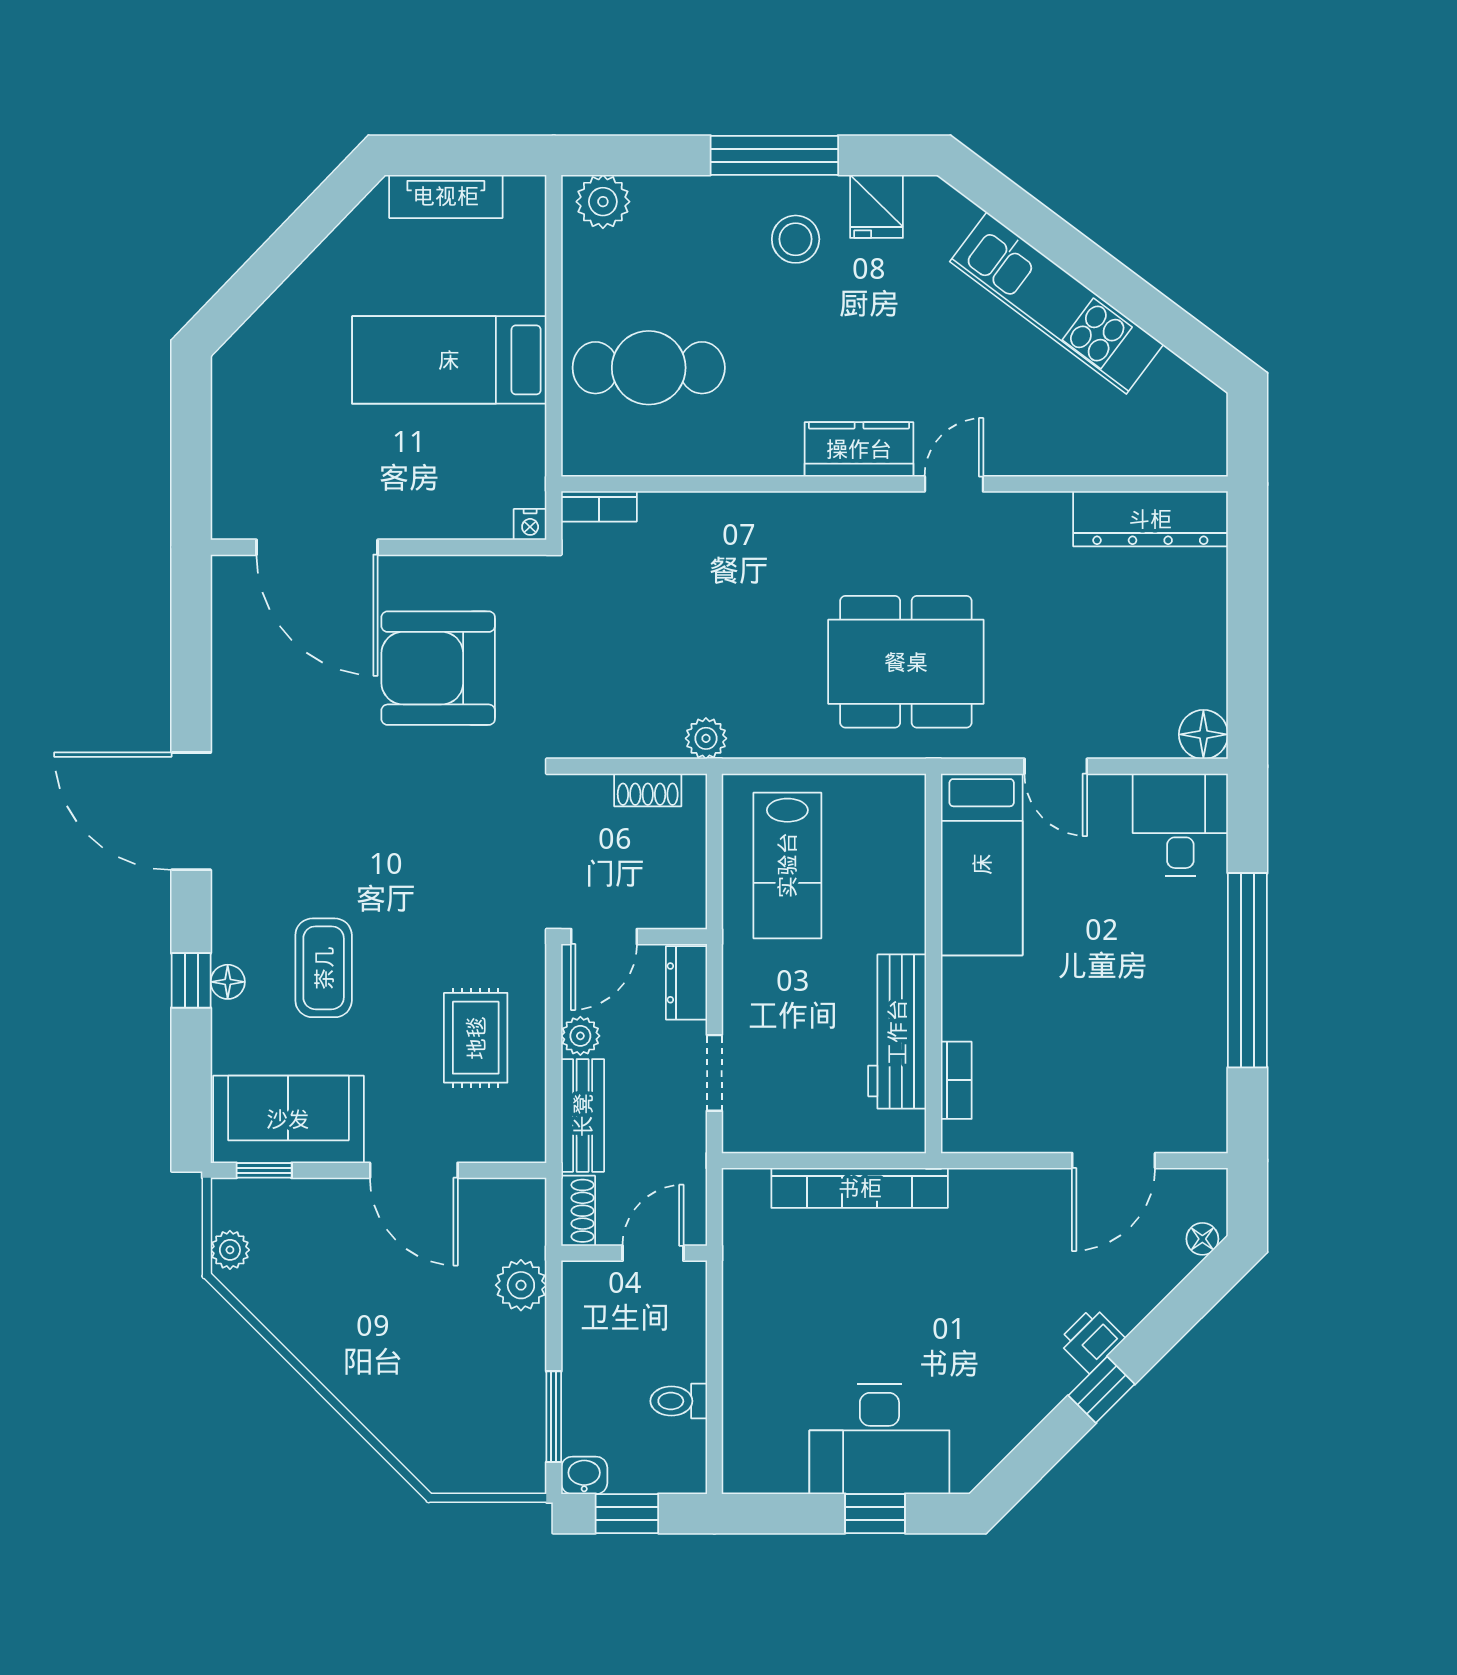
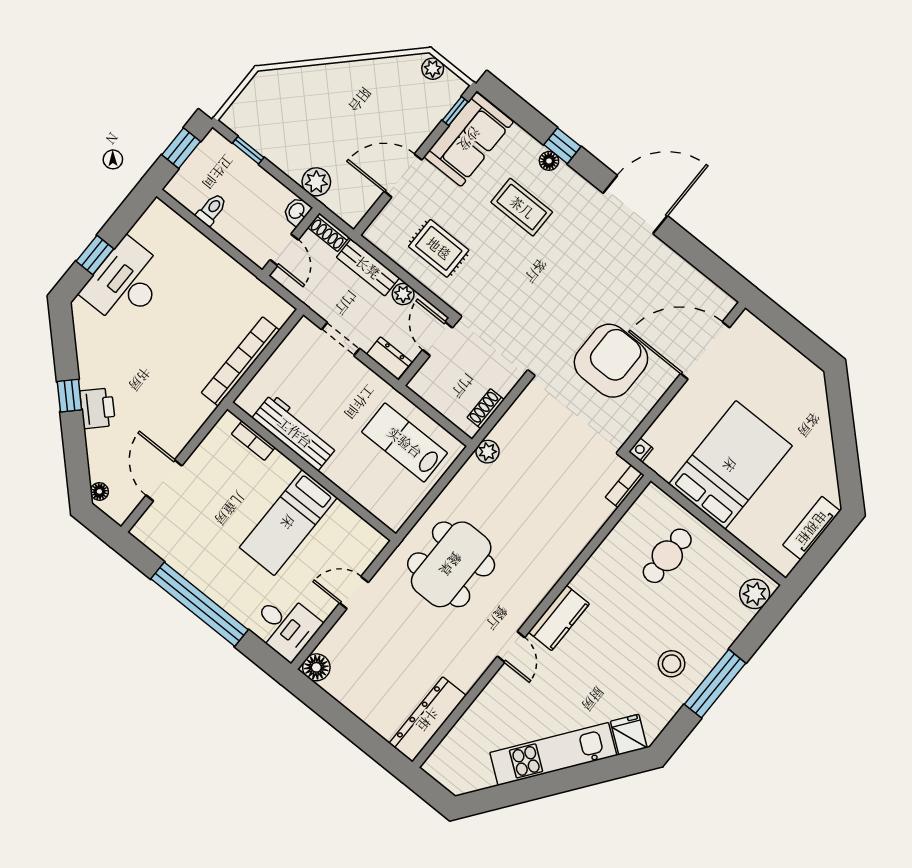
fridge: (876, 206) -> (629, 735), moved, turned 37
bed: (449, 360) -> (730, 465), width x1.50
cafe table: (649, 368) -> (667, 556), width x0.73, depth x0.74
bed: (982, 864) -> (288, 522), moved, turned -90
printer: (1091, 1340) -> (98, 408), width x1.36, depth x1.24
window: (554, 1417) -> (248, 150), width x0.67
washbasin: (584, 1475) -> (297, 211), moved, turned 180

